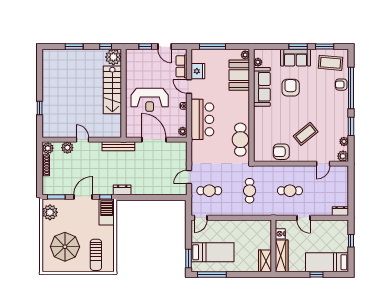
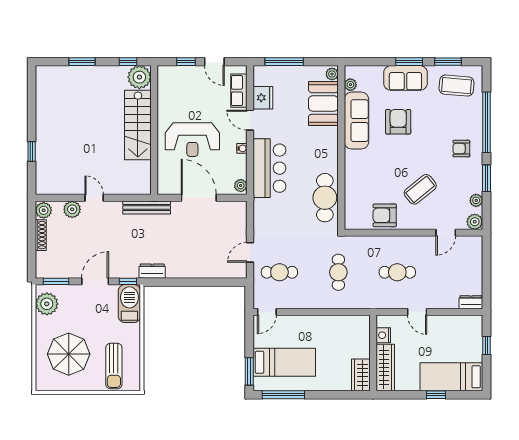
armchair: (341, 85) -> (461, 149), moved

